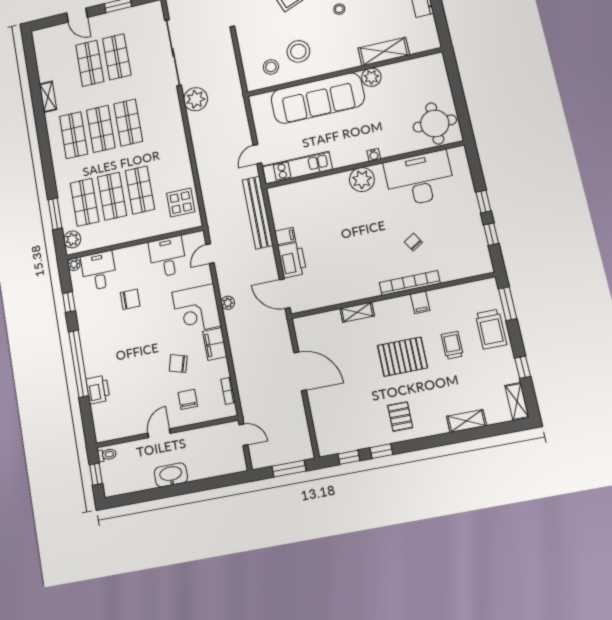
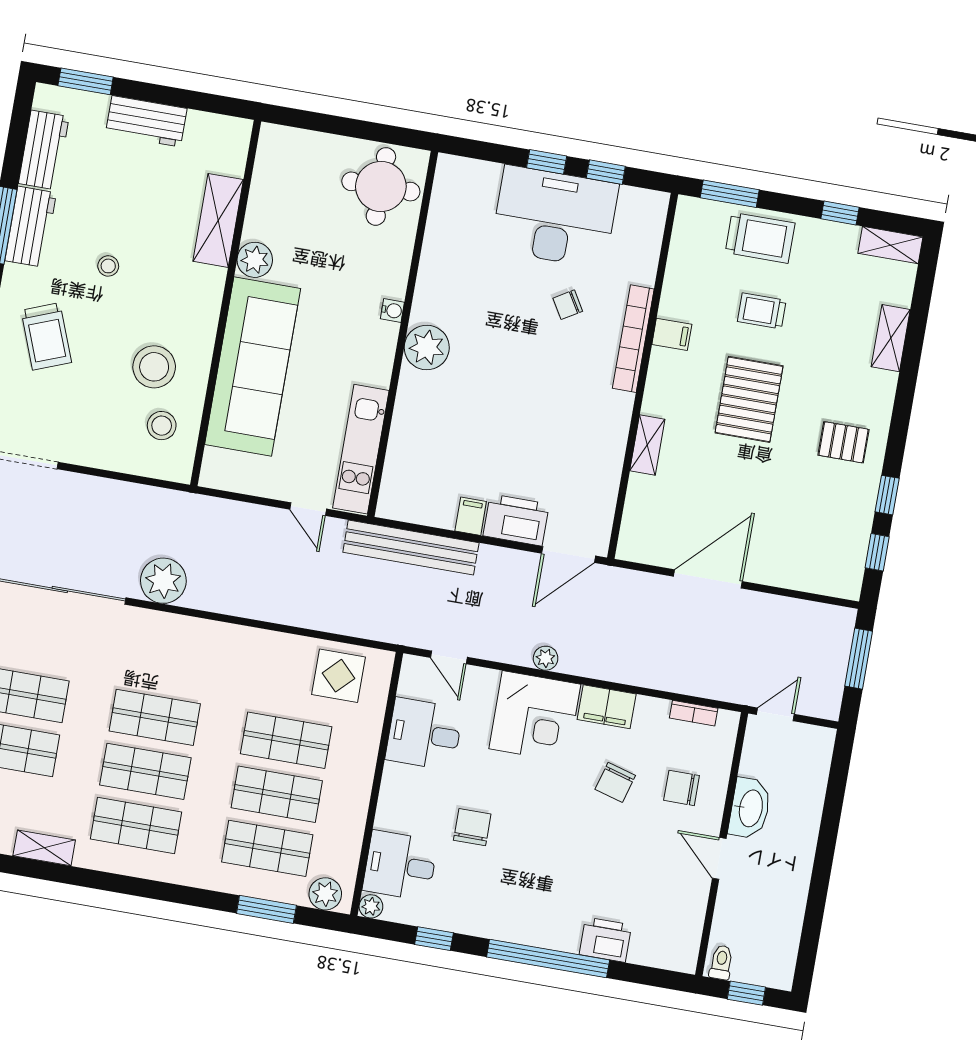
desk: (419, 179) -> (555, 217), moved, turned 90
washbasin: (171, 475) -> (750, 808), moved, turned 180

